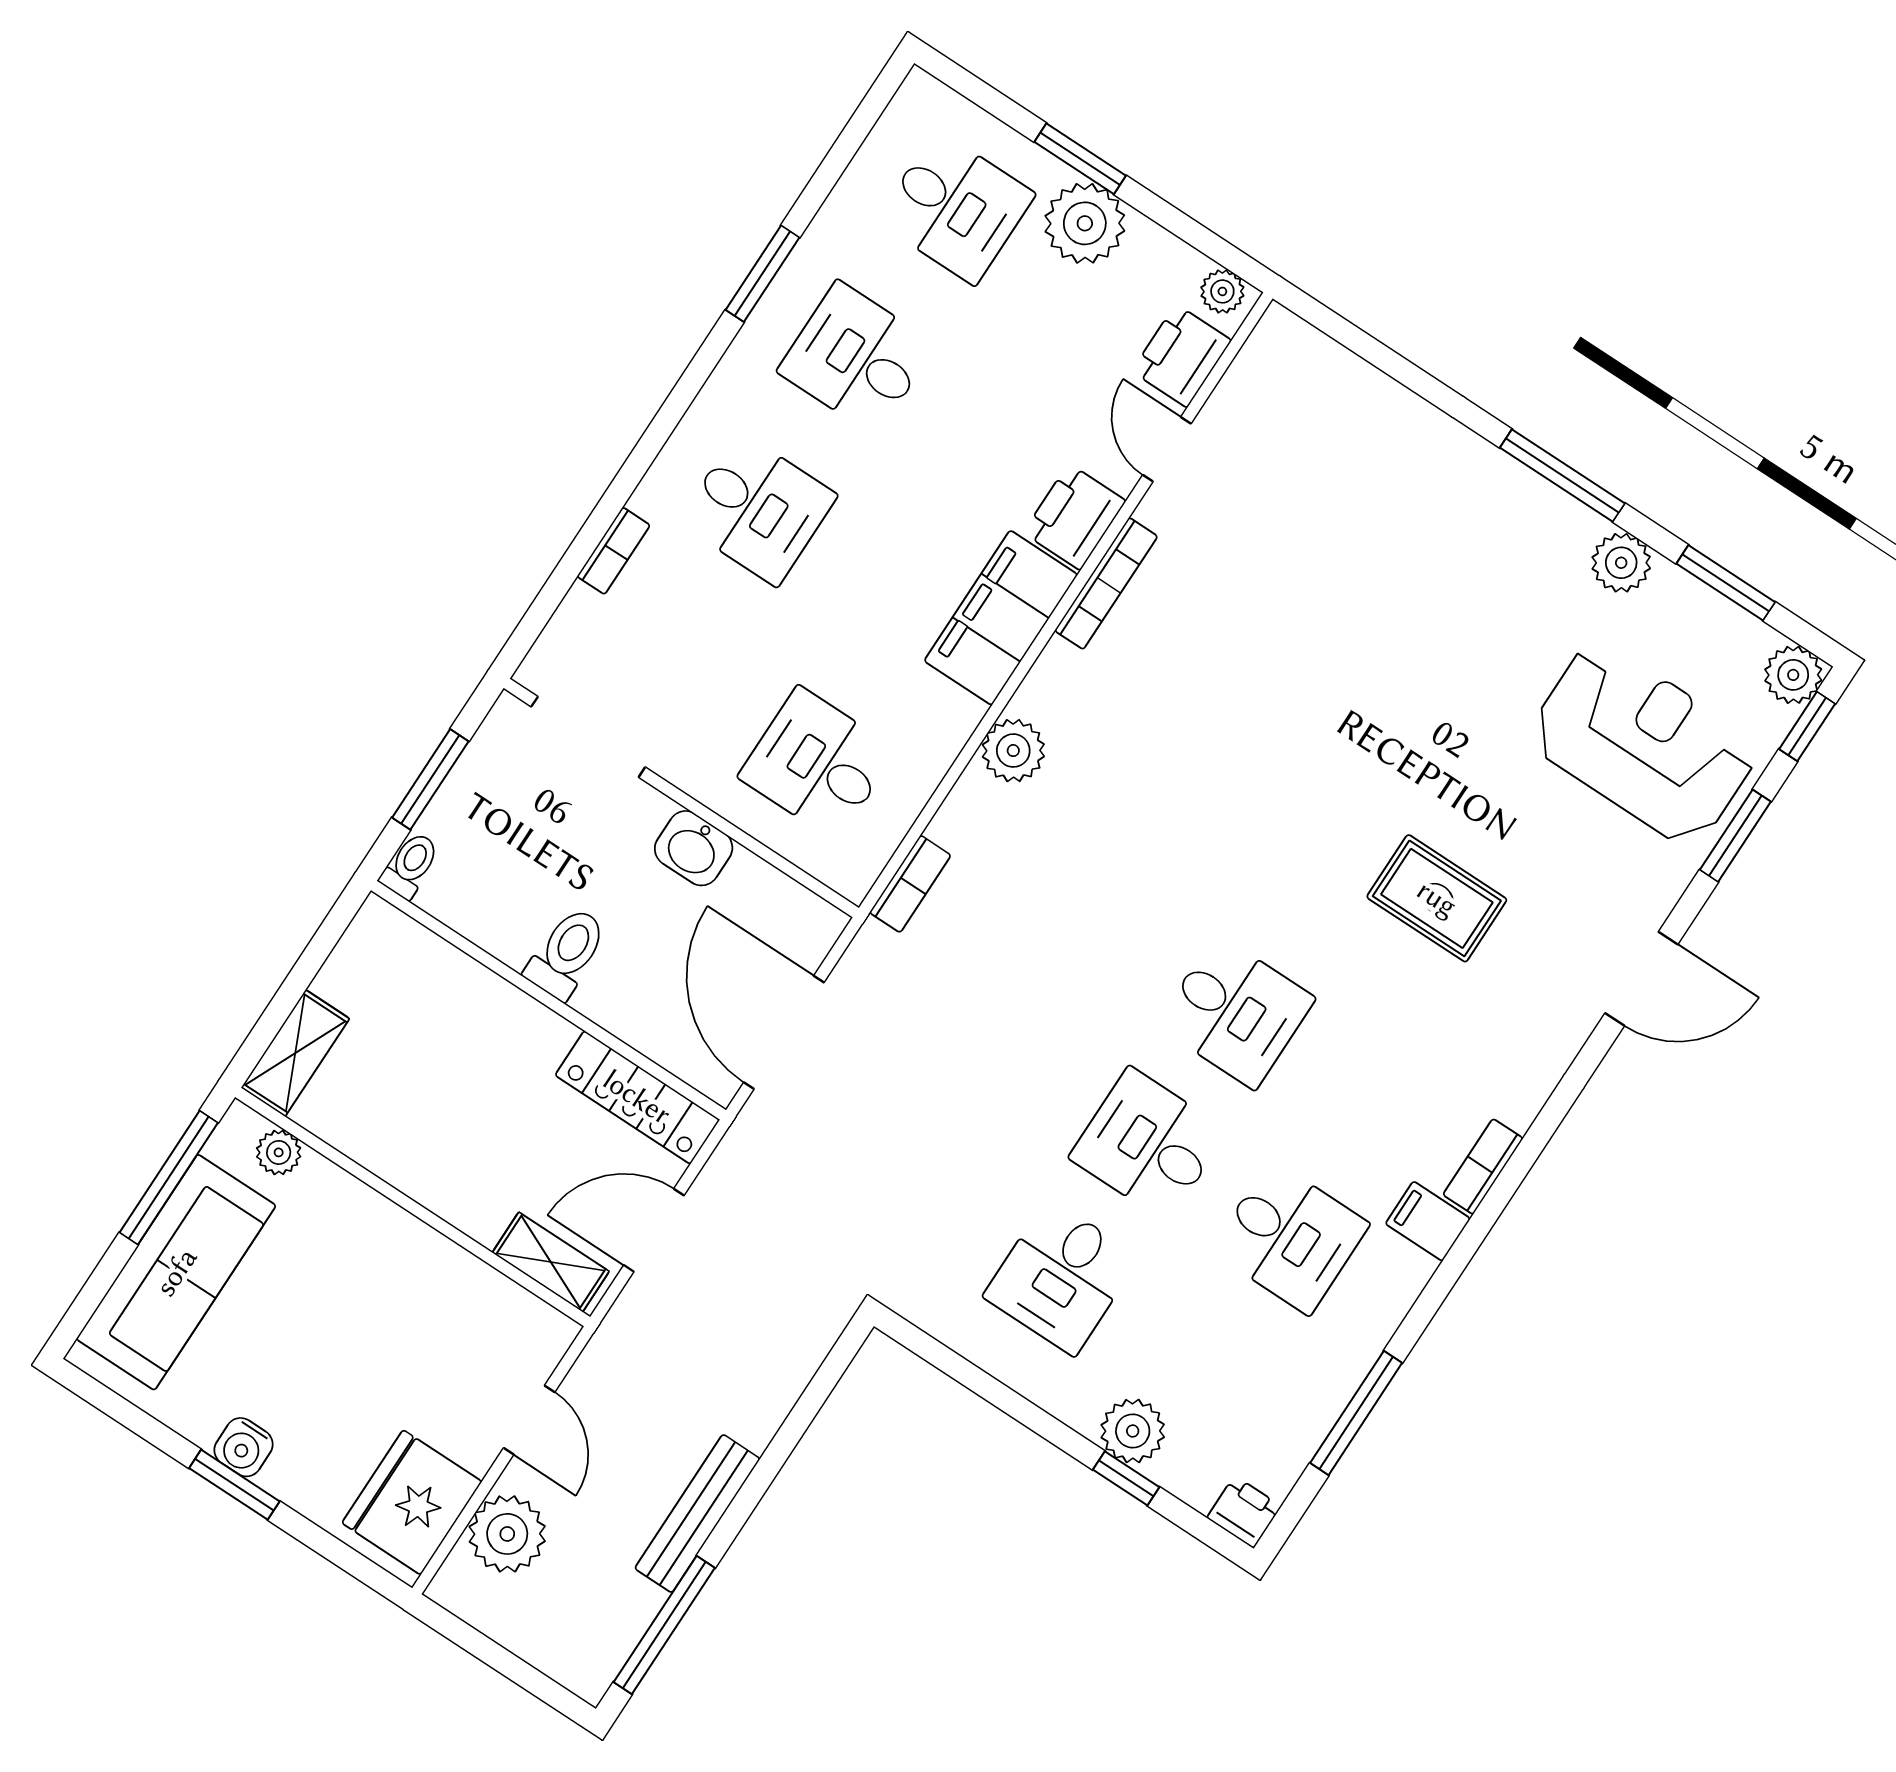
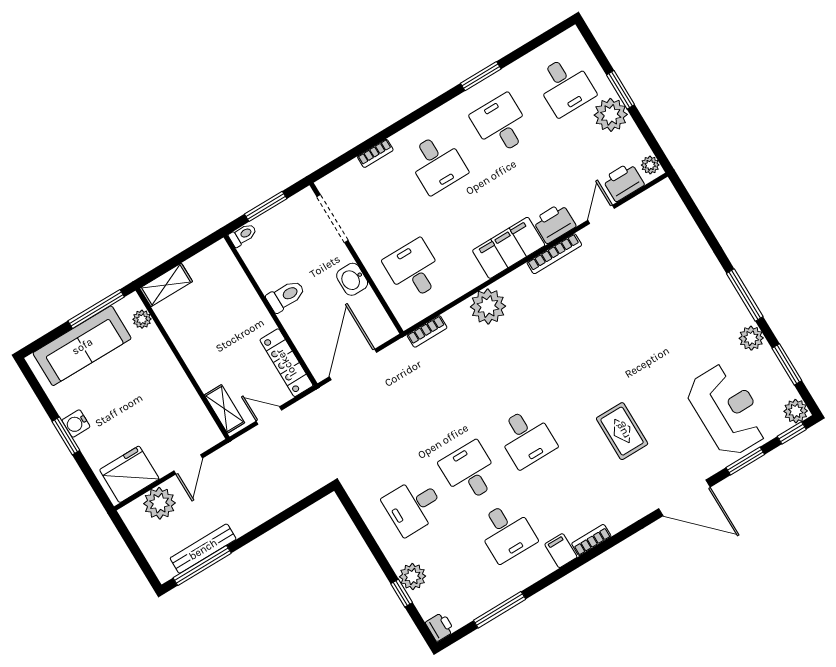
plant: (1013, 751) -> (488, 306), width x1.36, depth x1.36
door: (1641, 979) -> (684, 498), width x1.36
door: (654, 1230) -> (269, 416), width x0.73
bench: (697, 1514) -> (203, 549), moved

